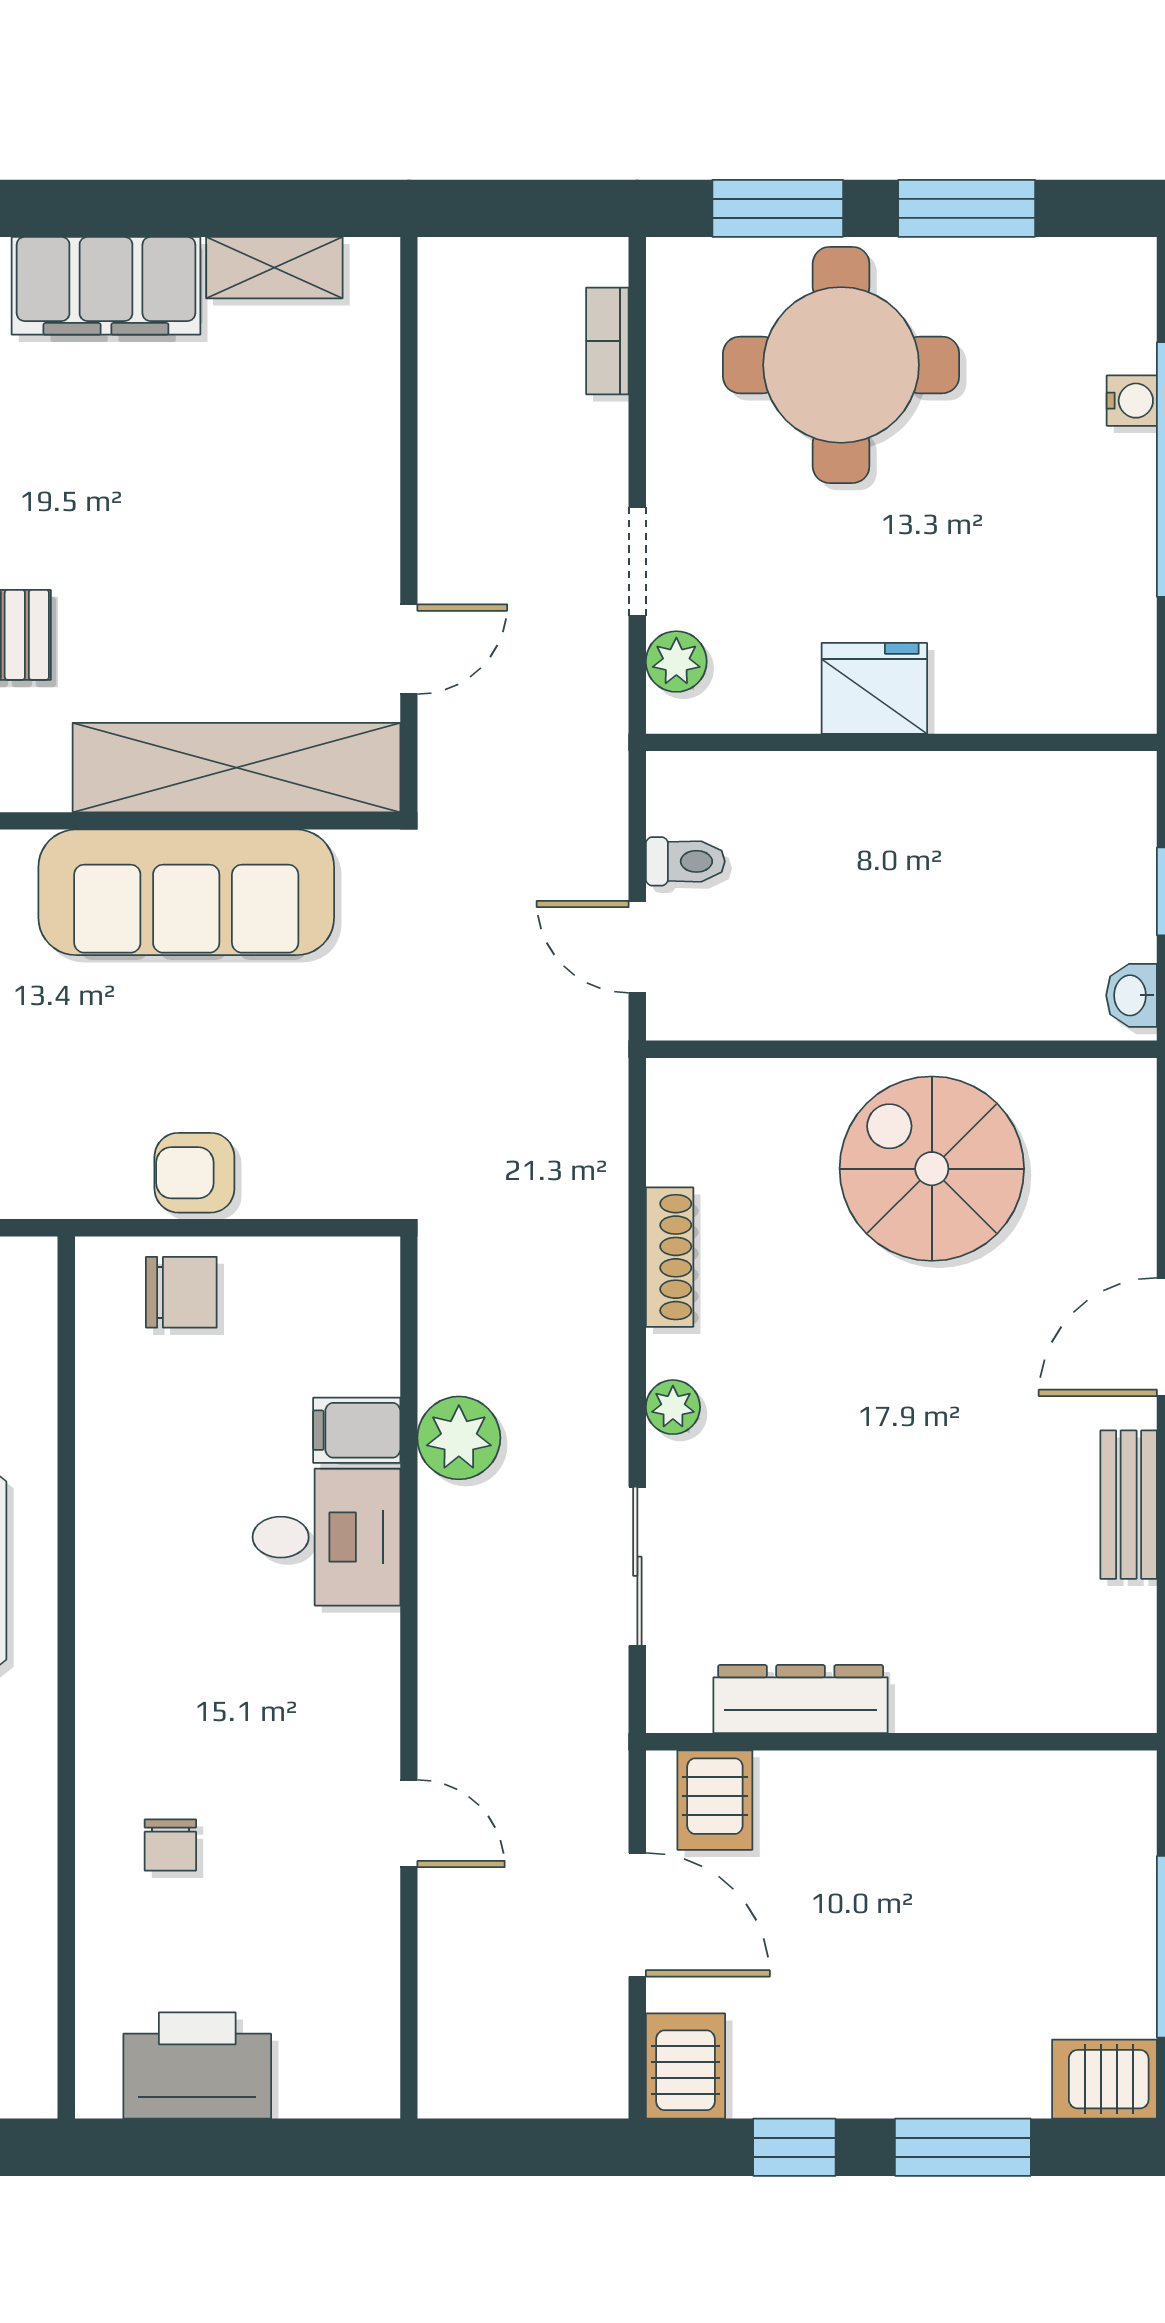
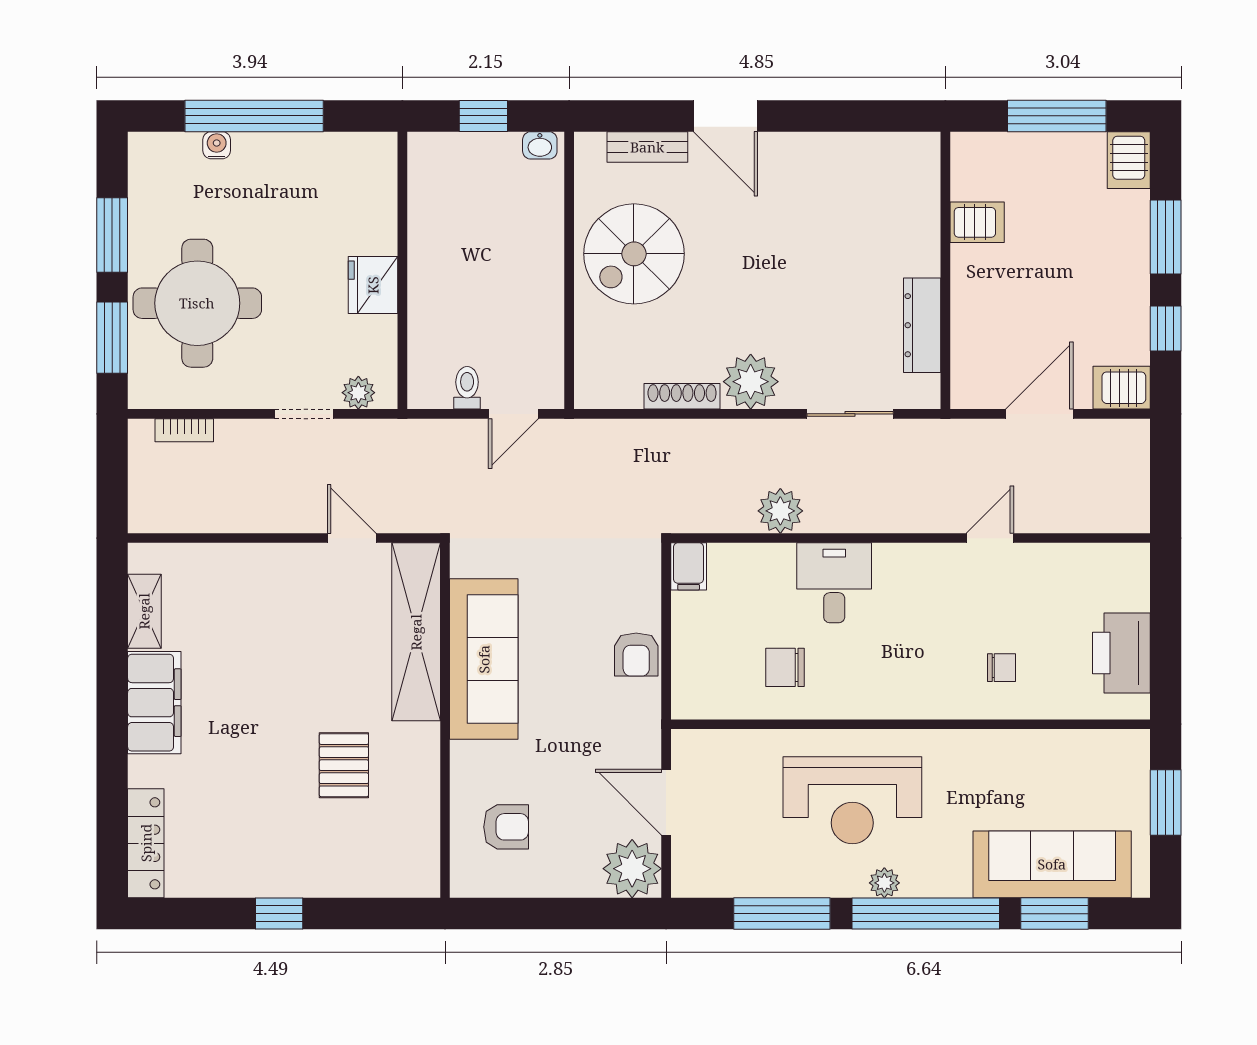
chair: (181, 1292) -> (785, 667), moved, turned -90
plant: (673, 1407) -> (751, 382), width x1.88, depth x1.88
filing cabinet: (357, 1430) -> (689, 566), moved
bench: (1129, 1505) -> (647, 147), moved
server rack: (715, 1800) -> (977, 222), moved

